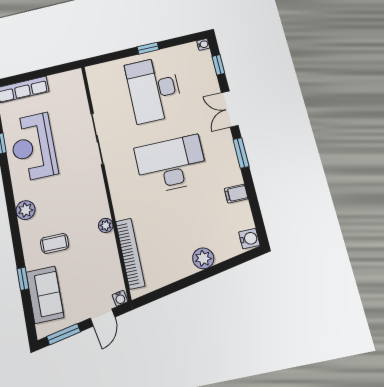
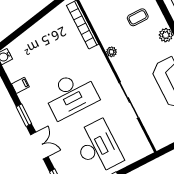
plant: (106, 225) -> (111, 52), moved
plant: (203, 258) -> (32, 35), removed

